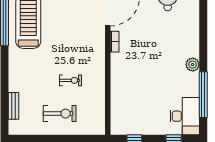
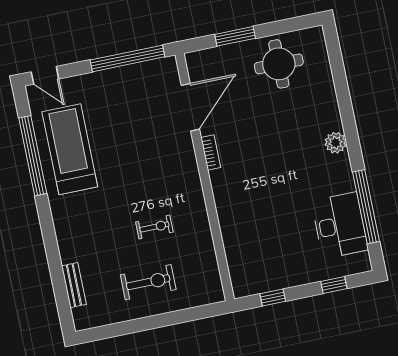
plant: (193, 65) -> (335, 143), moved
desk: (185, 116) -> (340, 225), moved

